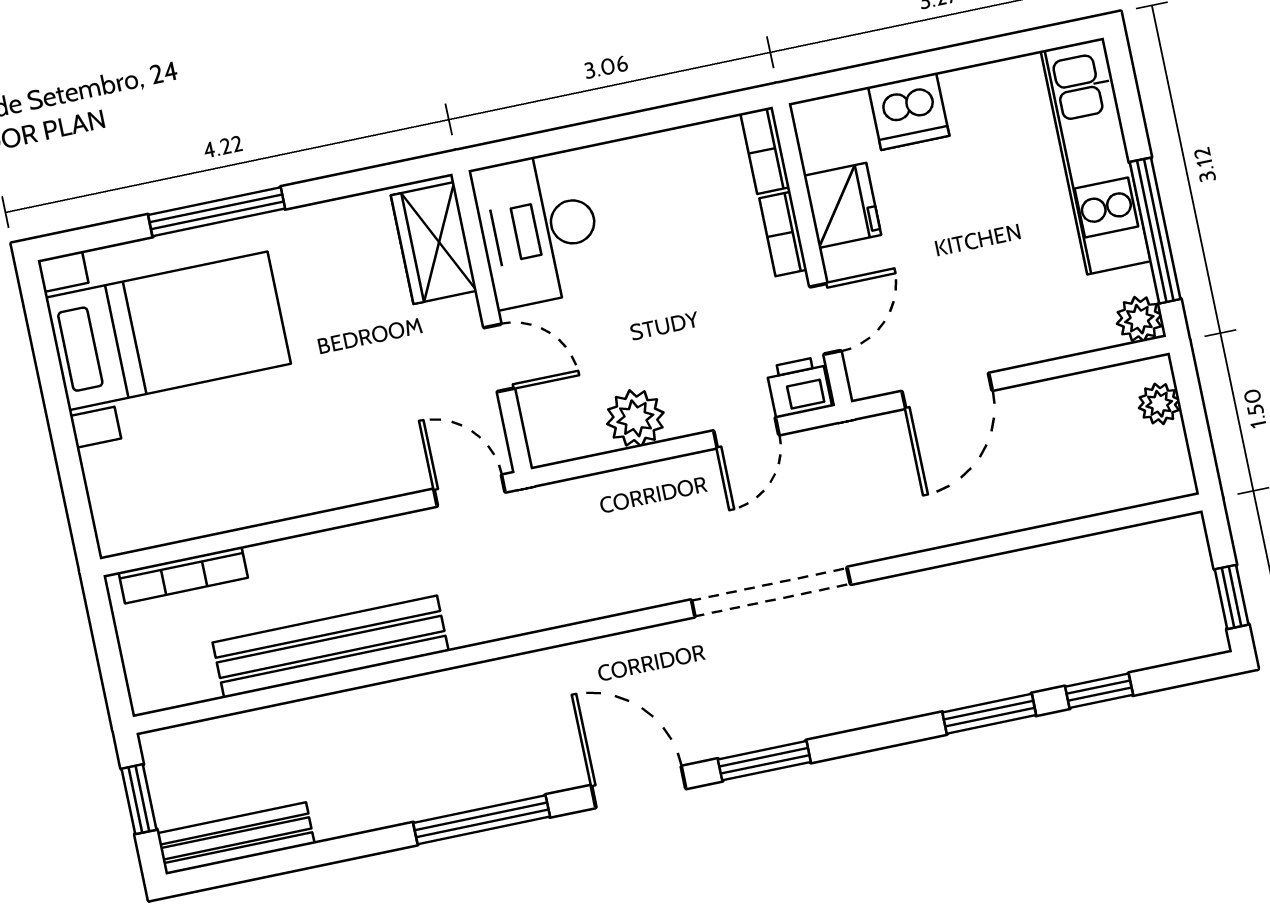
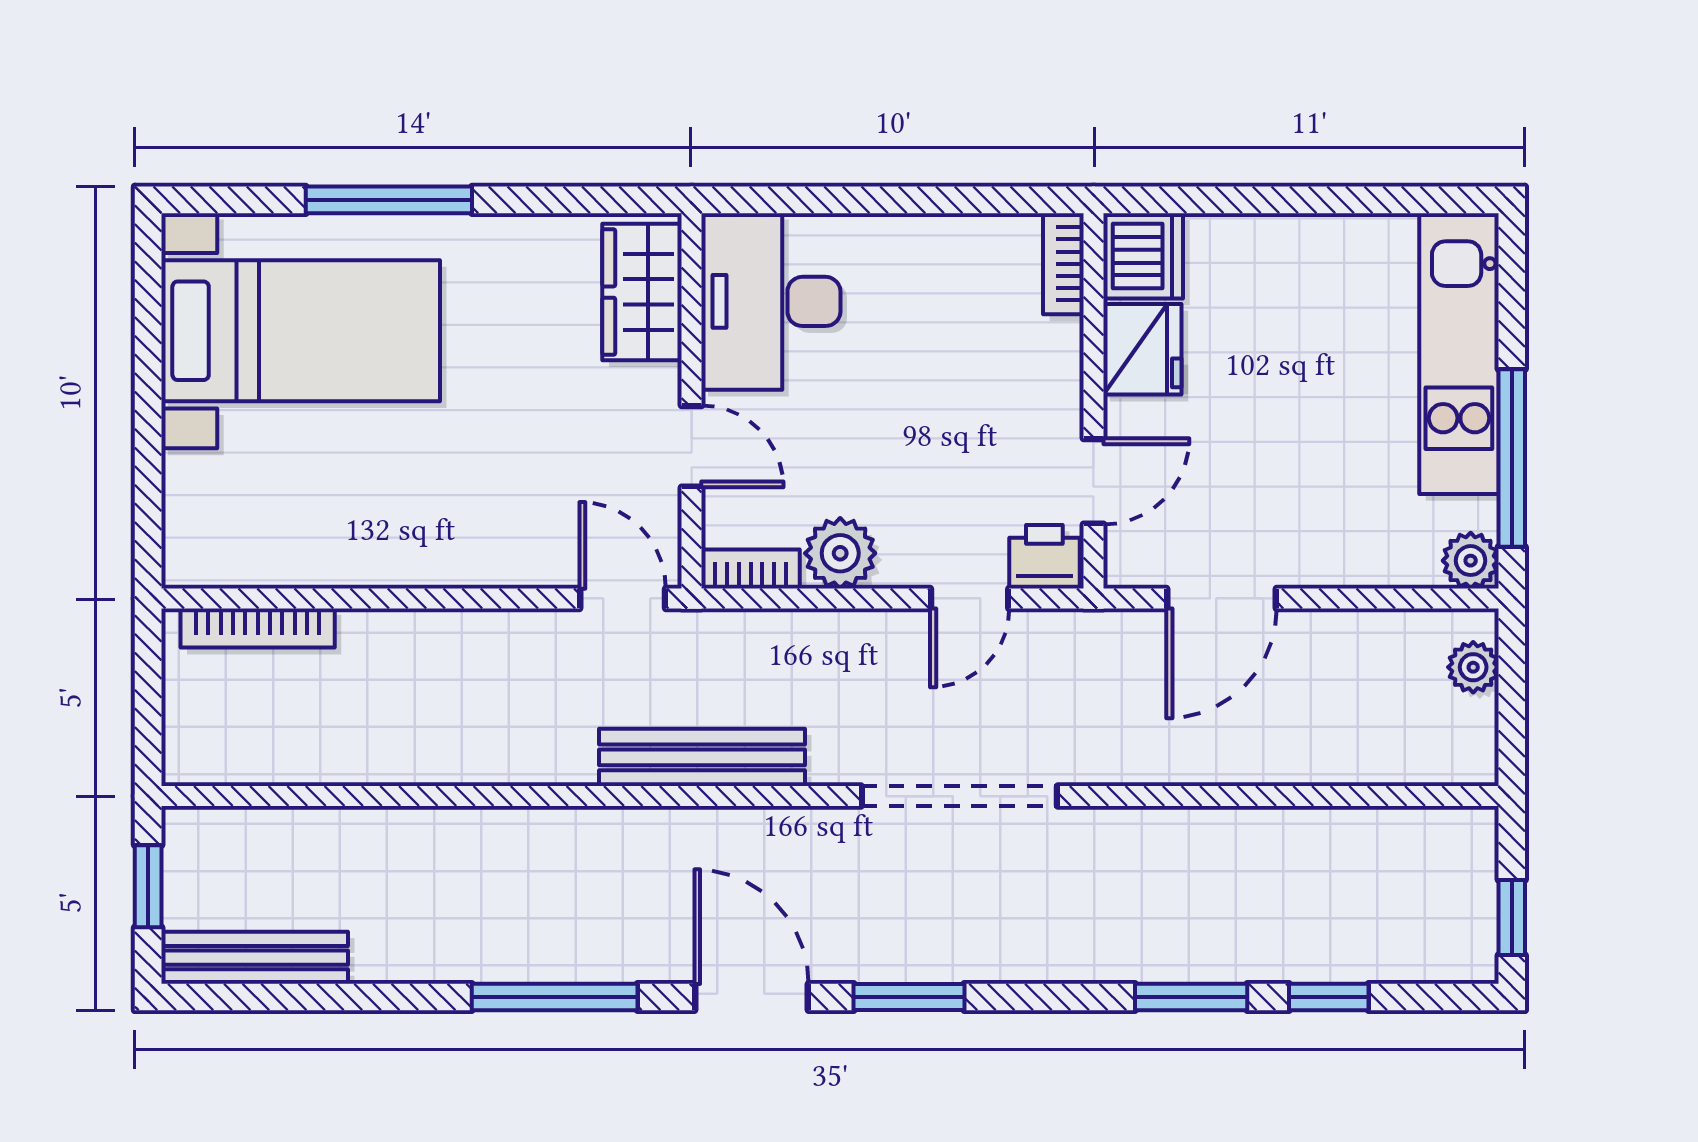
dishwasher: (909, 111) -> (1143, 256), moved, turned -90
bookcase: (783, 234) -> (751, 569), moved, turned 90
bench: (331, 647) -> (702, 757), moved, width x0.73, depth x0.82

